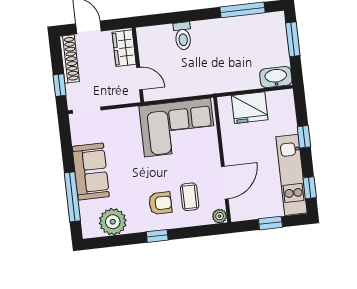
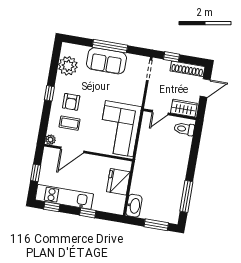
toilet: (183, 36) -> (184, 129), moved
door: (225, 183) -> (72, 150), hinge flipped
window: (72, 197) -> (110, 46), moved

